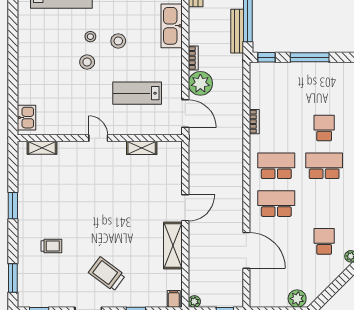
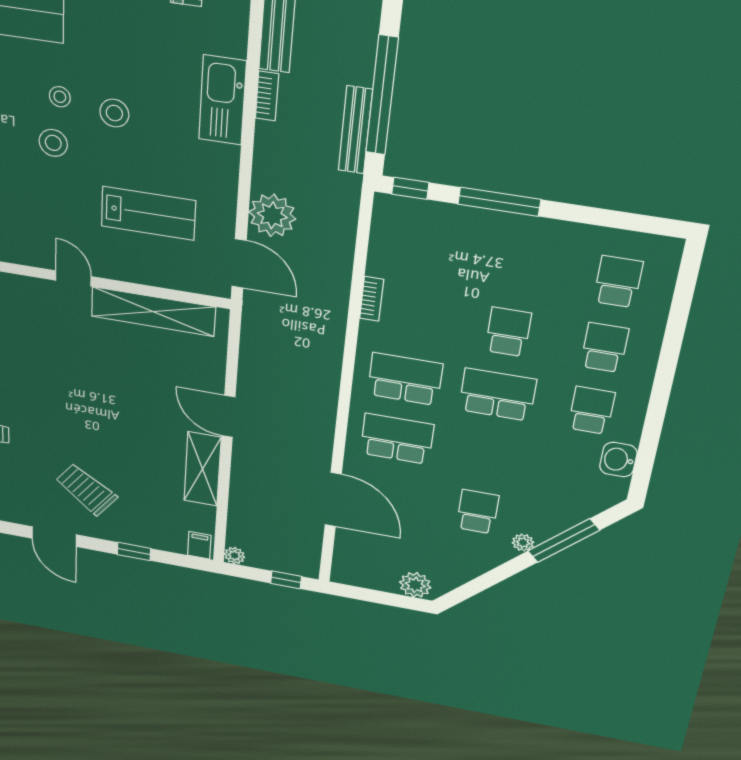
bookcase: (193, 58) -> (267, 96), moved
lab bench: (137, 93) -> (148, 213), turned 180
shelving: (142, 148) -> (153, 312), width x2.20, depth x1.33
door: (185, 208) -> (228, 416), swing flipped

